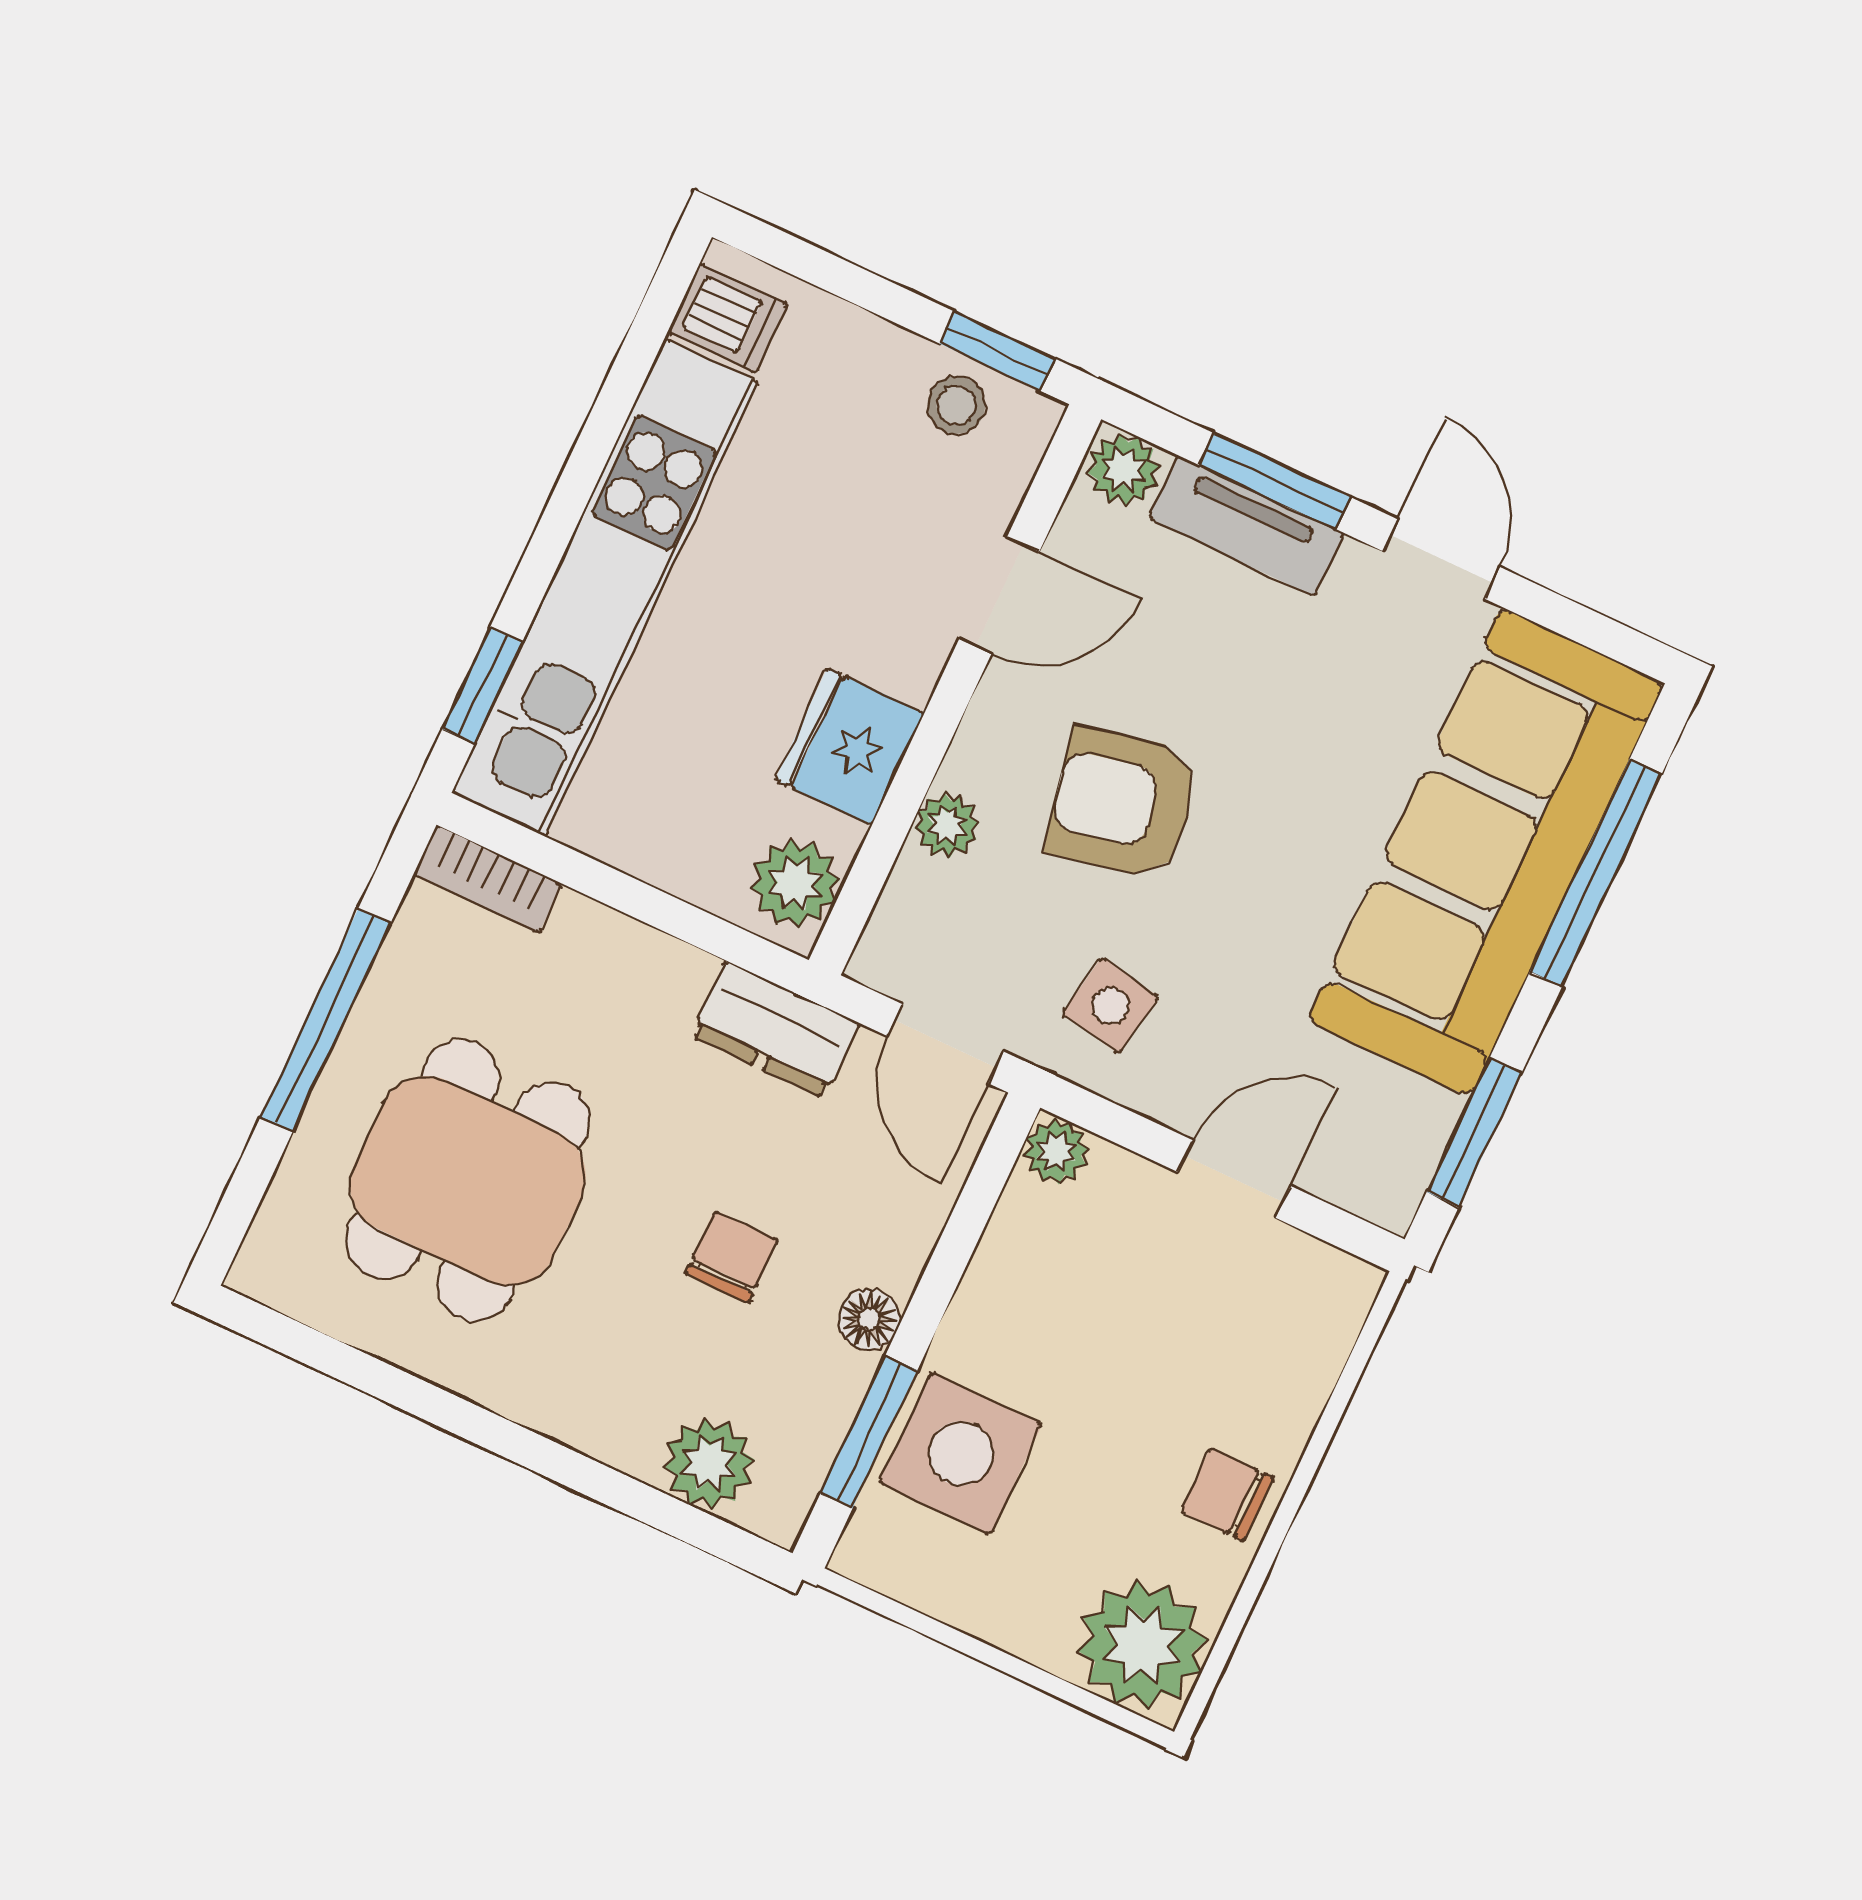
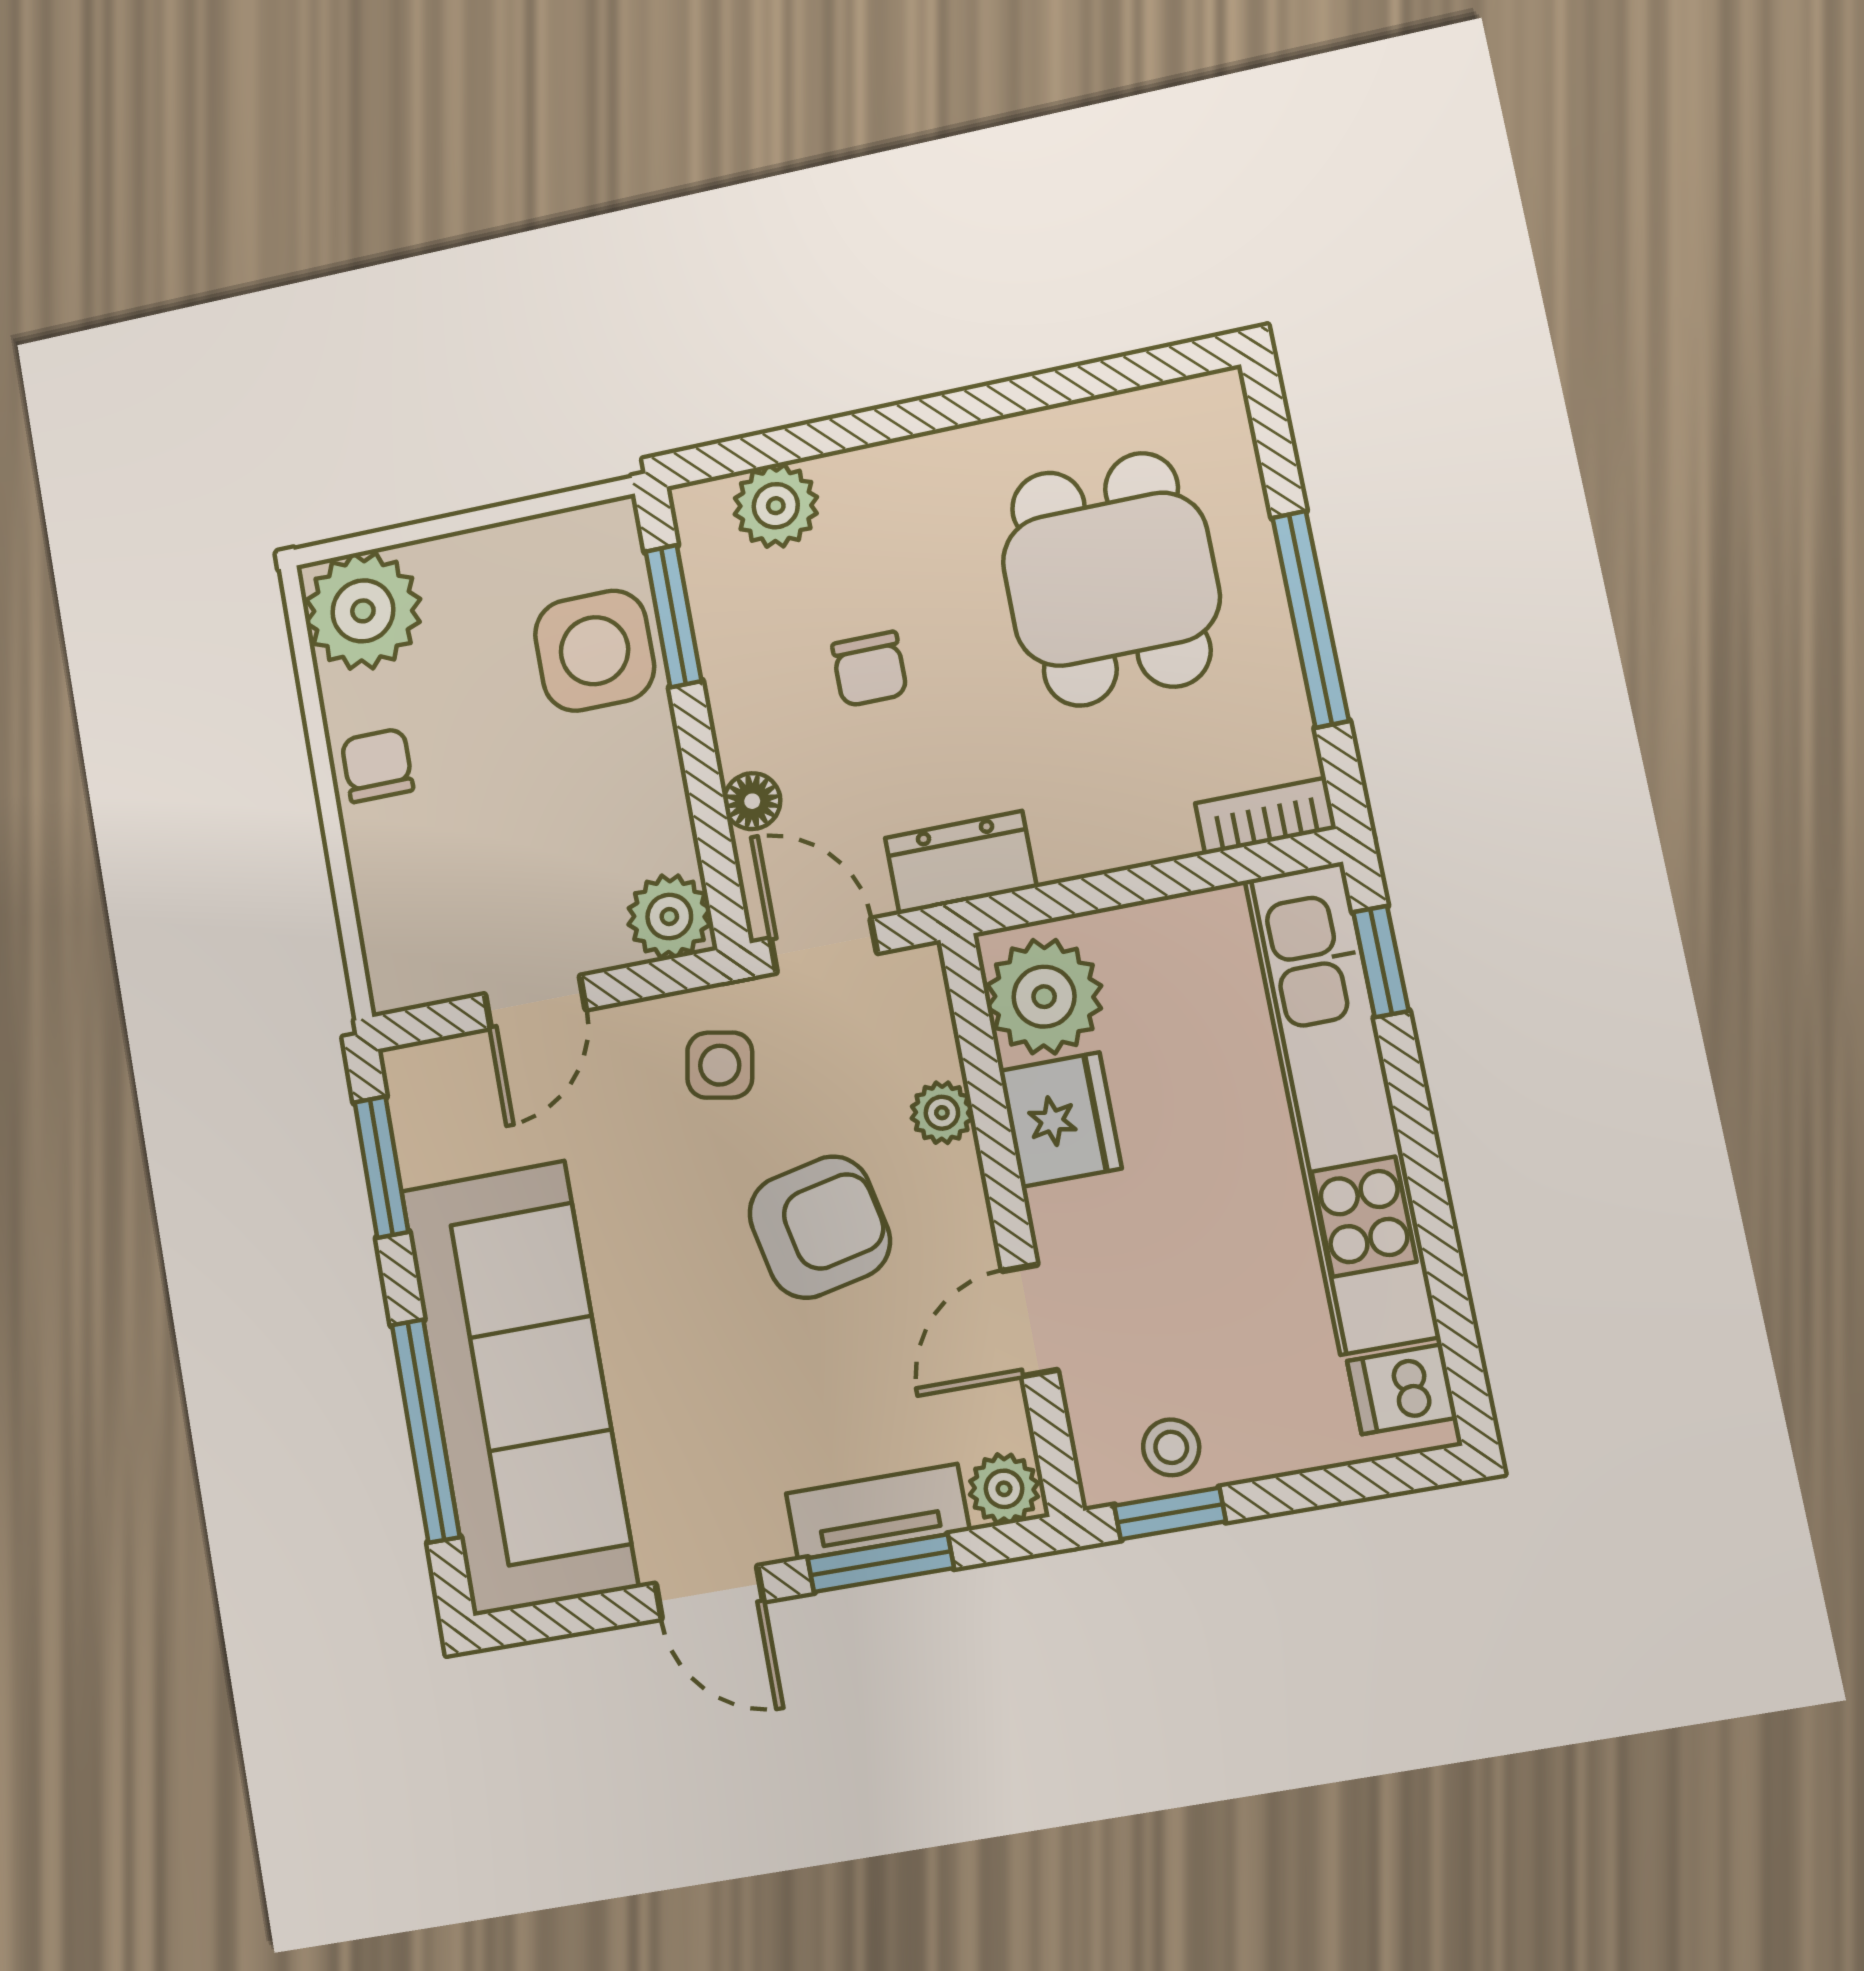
plant: (795, 883) -> (1044, 997), width x1.36, depth x1.36
plant: (1056, 1151) -> (669, 917), width x1.38, depth x1.38
floor lamp: (869, 1319) -> (752, 801), moved
chair: (1227, 1495) -> (377, 765), turned -90

